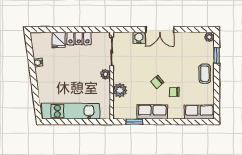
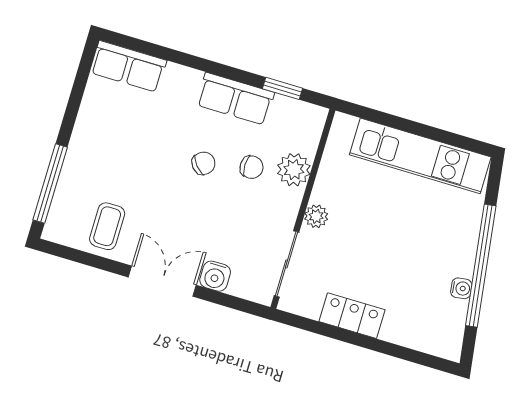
plant: (209, 37) -> (54, 231), removed
fridge: (59, 40) -> (399, 326), removed
window: (217, 55) -> (50, 183), width x2.17
window: (33, 74) -> (481, 266), added
coffee table: (205, 74) -> (107, 226), moved
chair: (174, 92) -> (252, 167), moved

